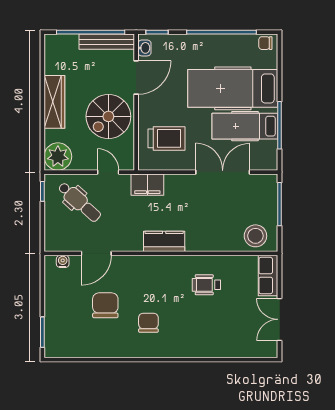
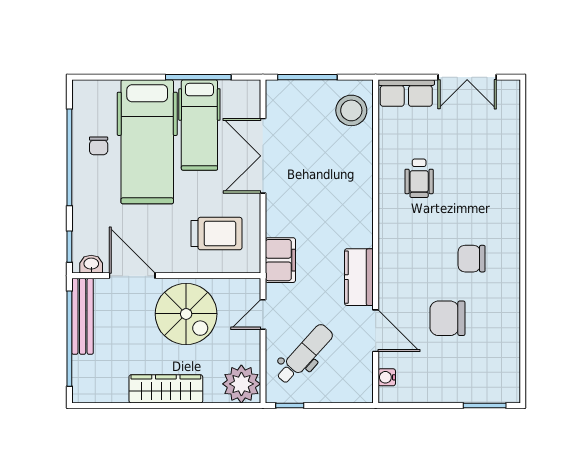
chair: (265, 43) -> (99, 146), moved
trolley: (167, 138) -> (216, 234), turned 90
kitchen counter: (164, 241) -> (359, 277), moved

